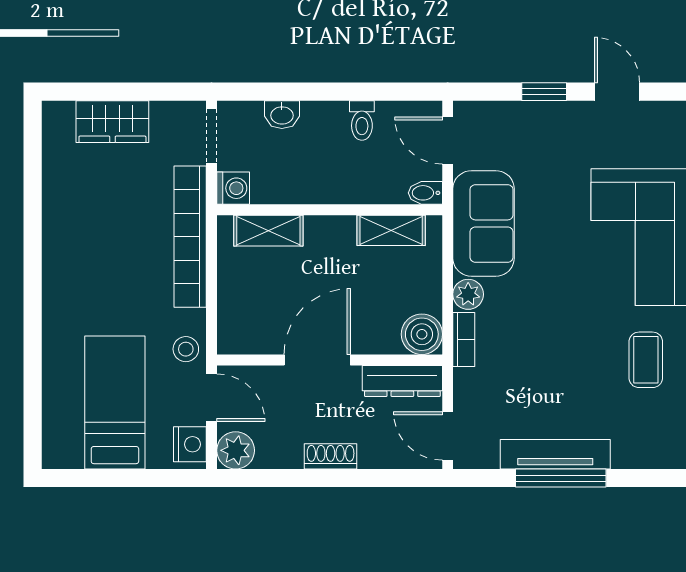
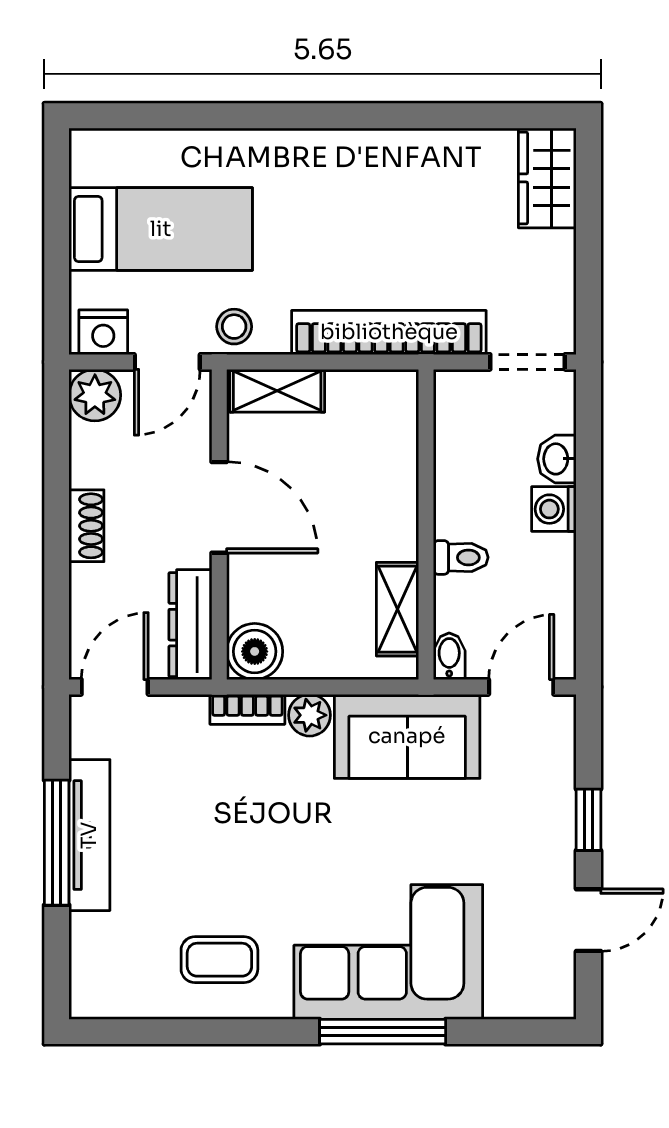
toilet: (362, 121) -> (461, 557), moved, turned 180
wardrobe: (112, 122) -> (547, 178), moved
washing machine: (233, 188) -> (554, 509), moved, turned 90
shelving: (268, 231) -> (277, 391), moved, turned 90

